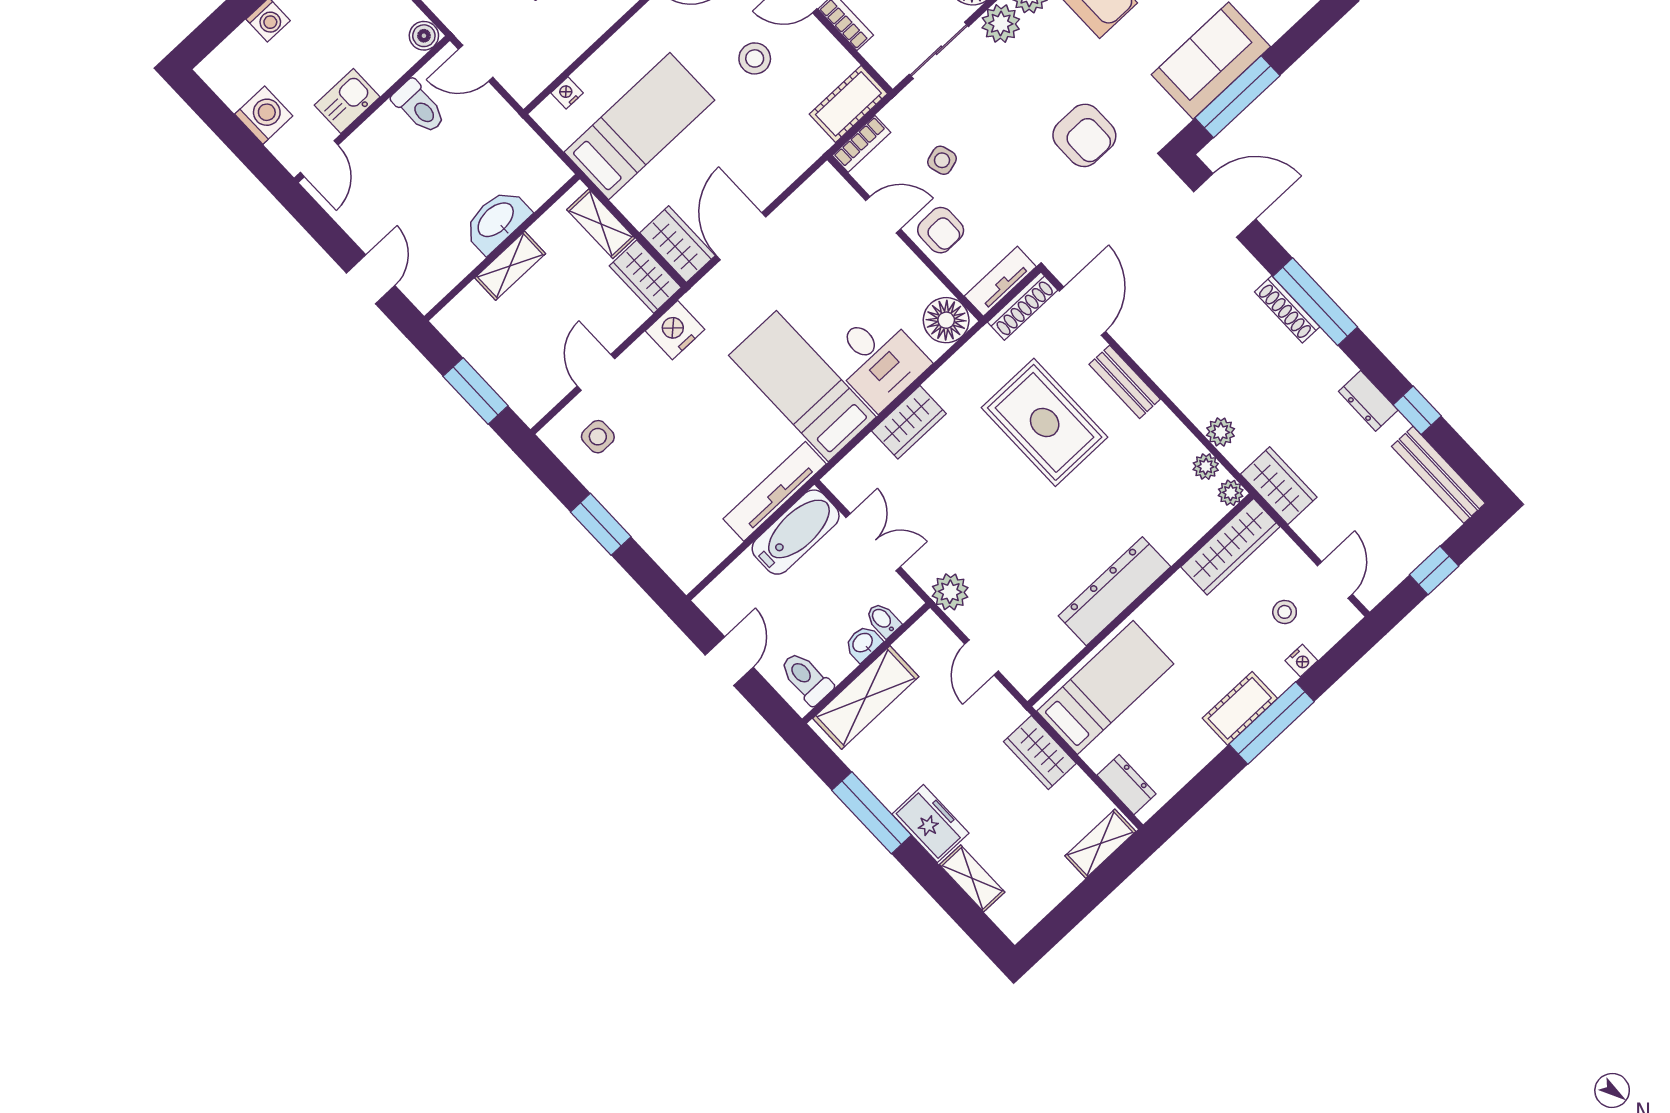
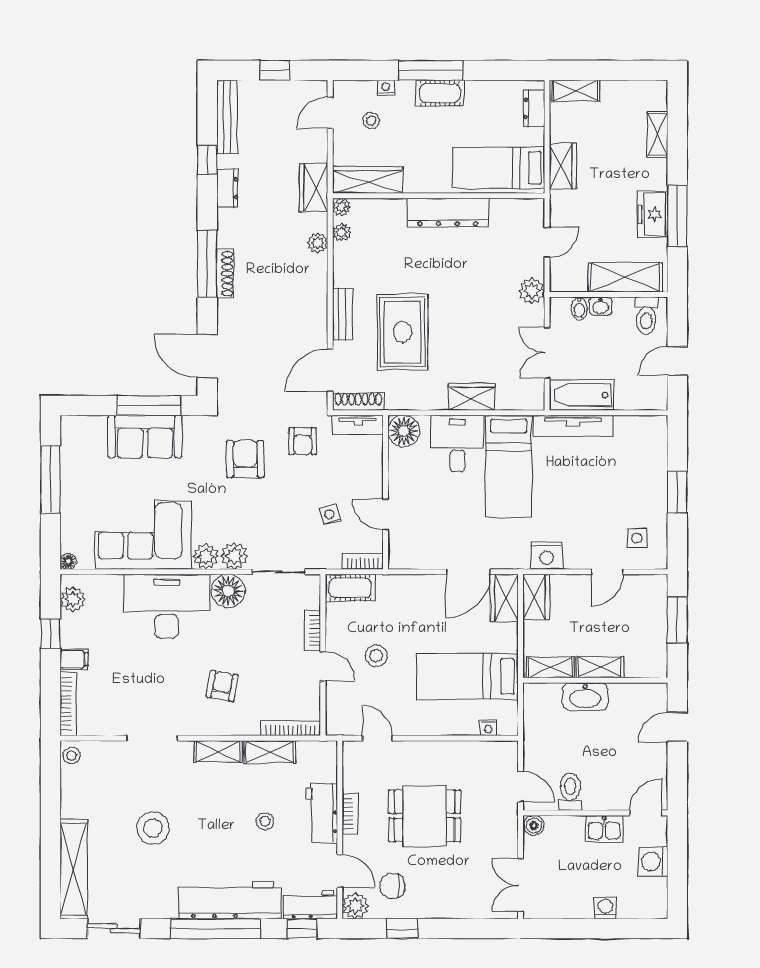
shelving: (601, 224) -> (550, 667), moved, turned 90
armchair: (941, 230) -> (303, 441), moved, turned 180
freezer: (930, 824) -> (652, 214), moved

